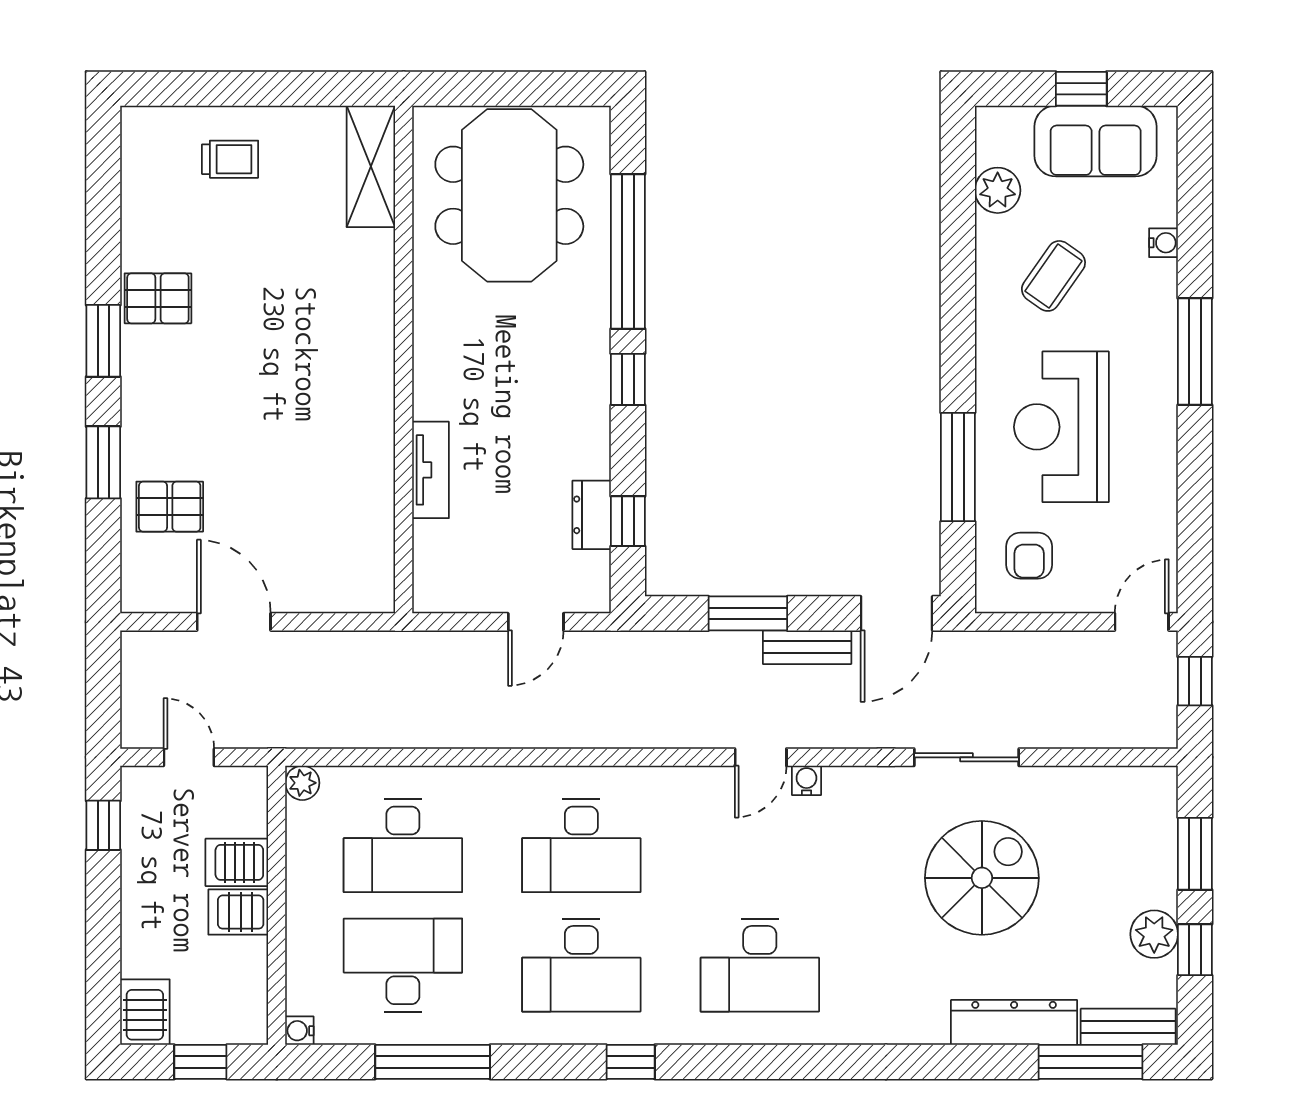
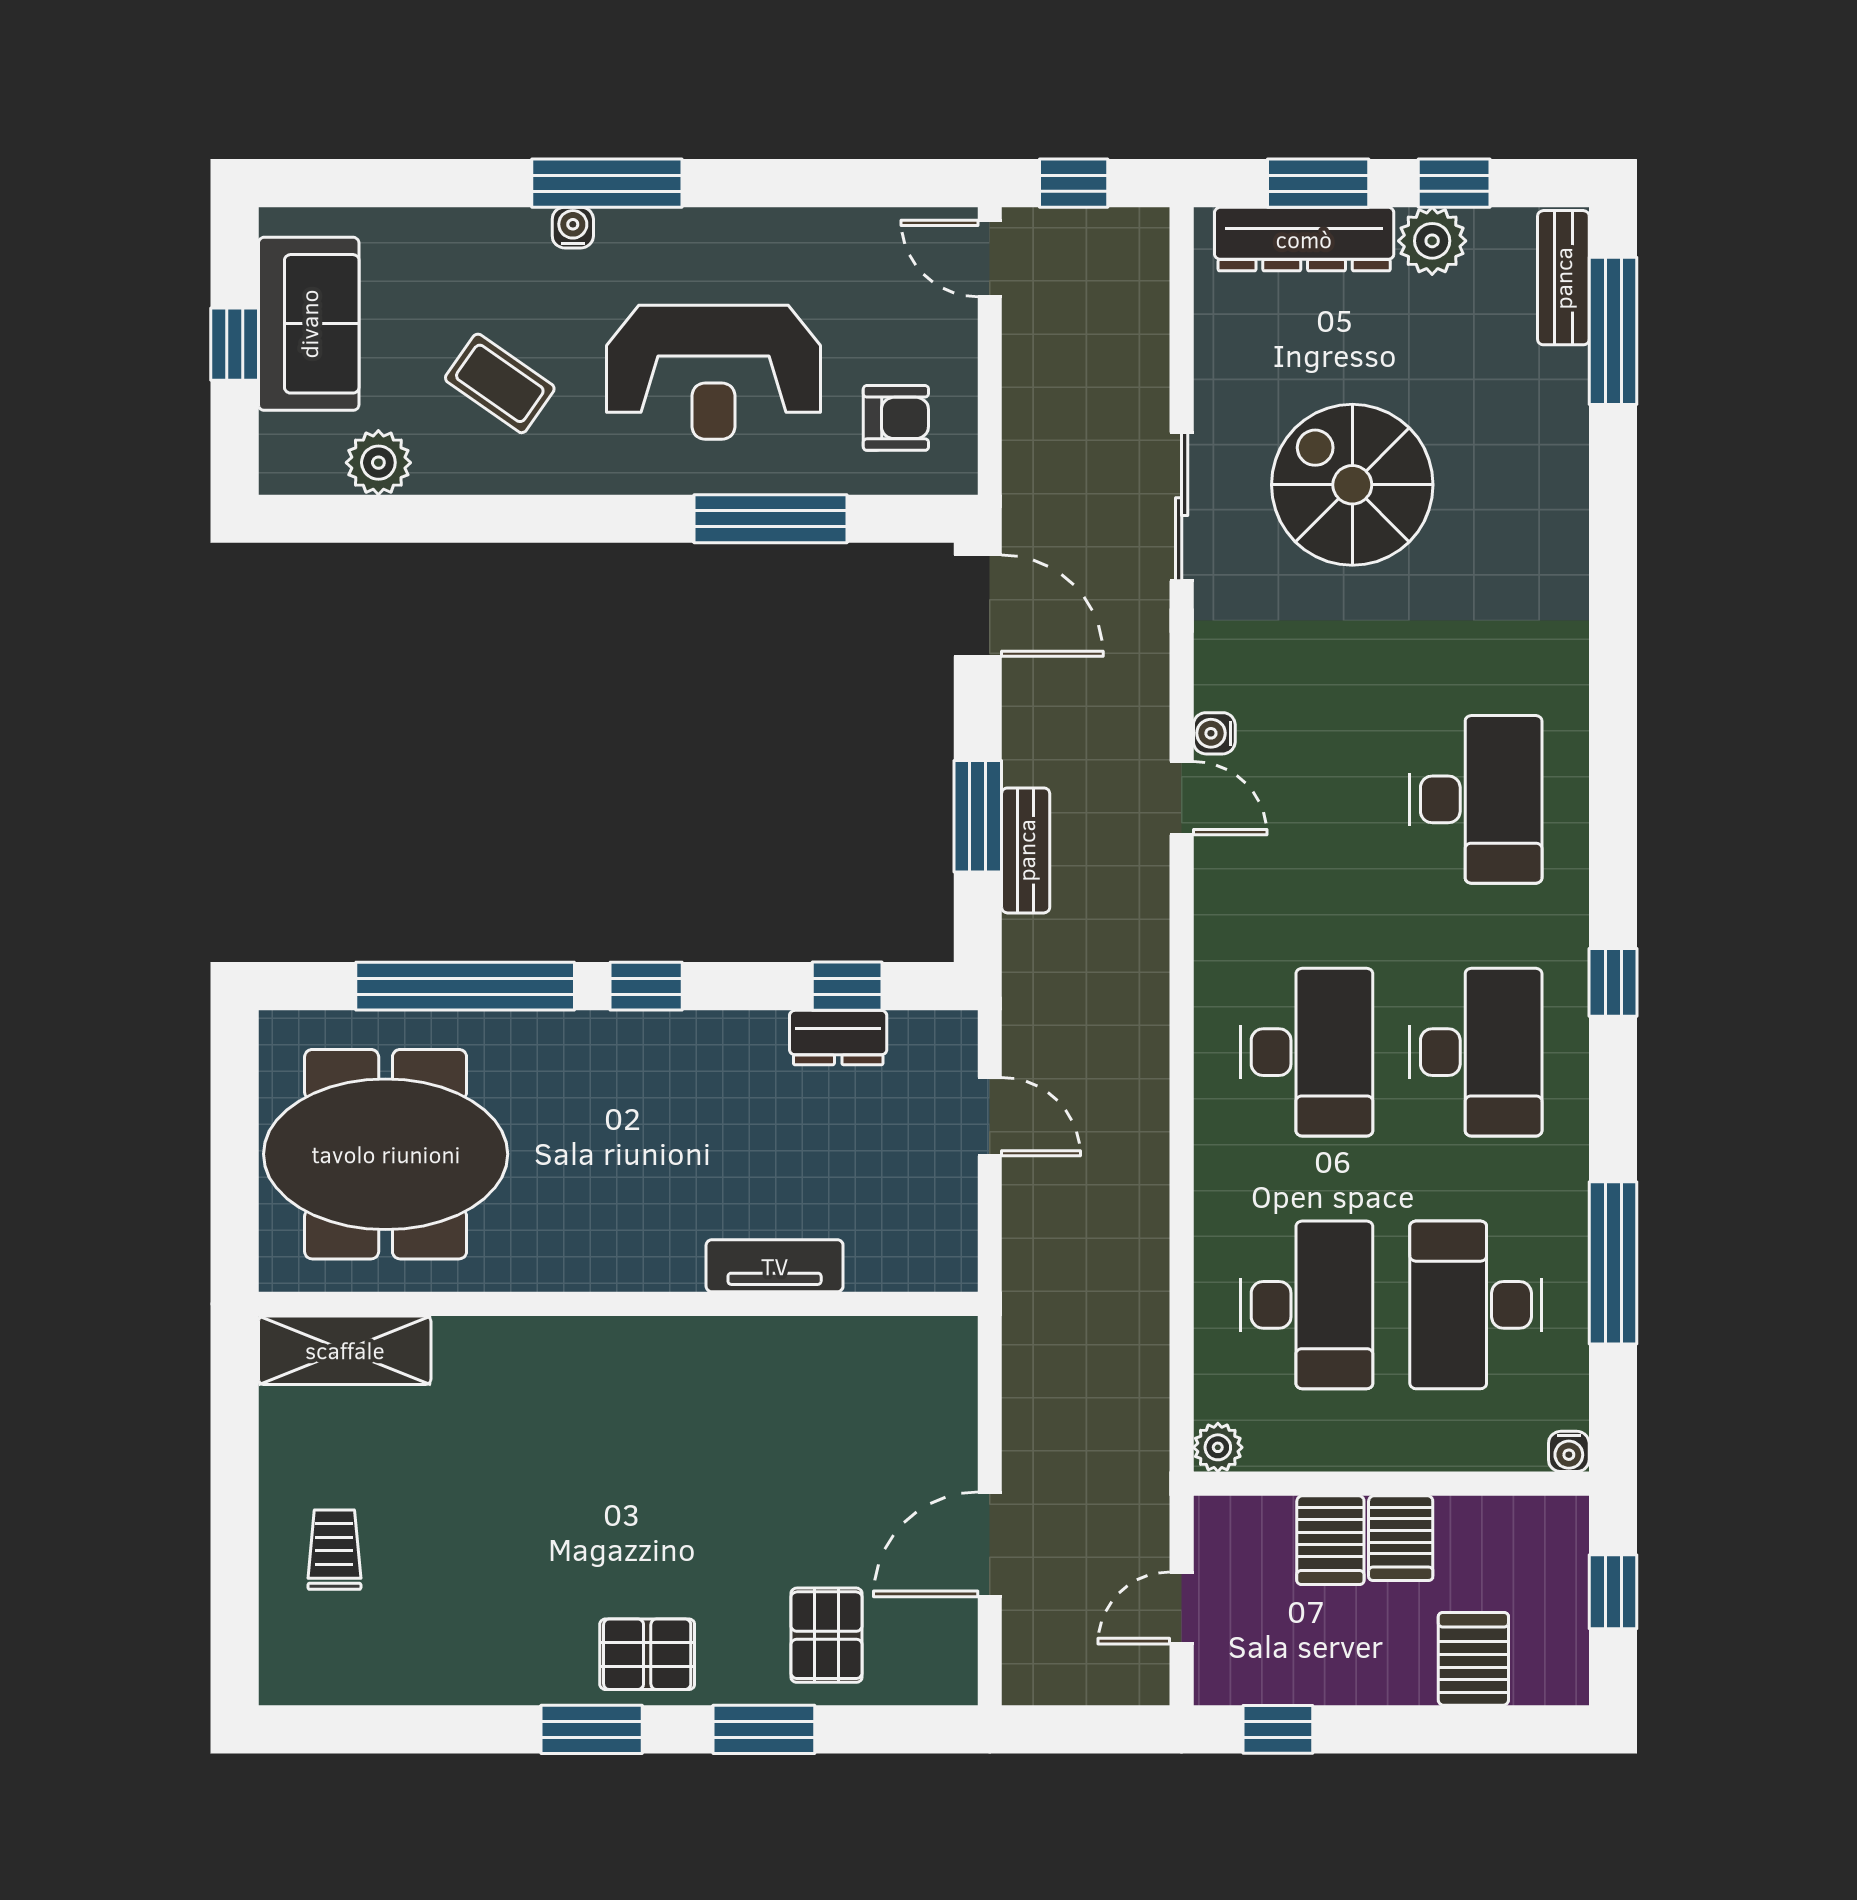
water cooler: (1164, 243) -> (573, 228), moved
pallet: (158, 298) -> (647, 1654), moved, turned 90
bench: (807, 647) -> (1026, 850), moved
server rack: (145, 1012) -> (1473, 1659), moved, turned 90
dresser: (1014, 1022) -> (1304, 239), moved, turned -90

